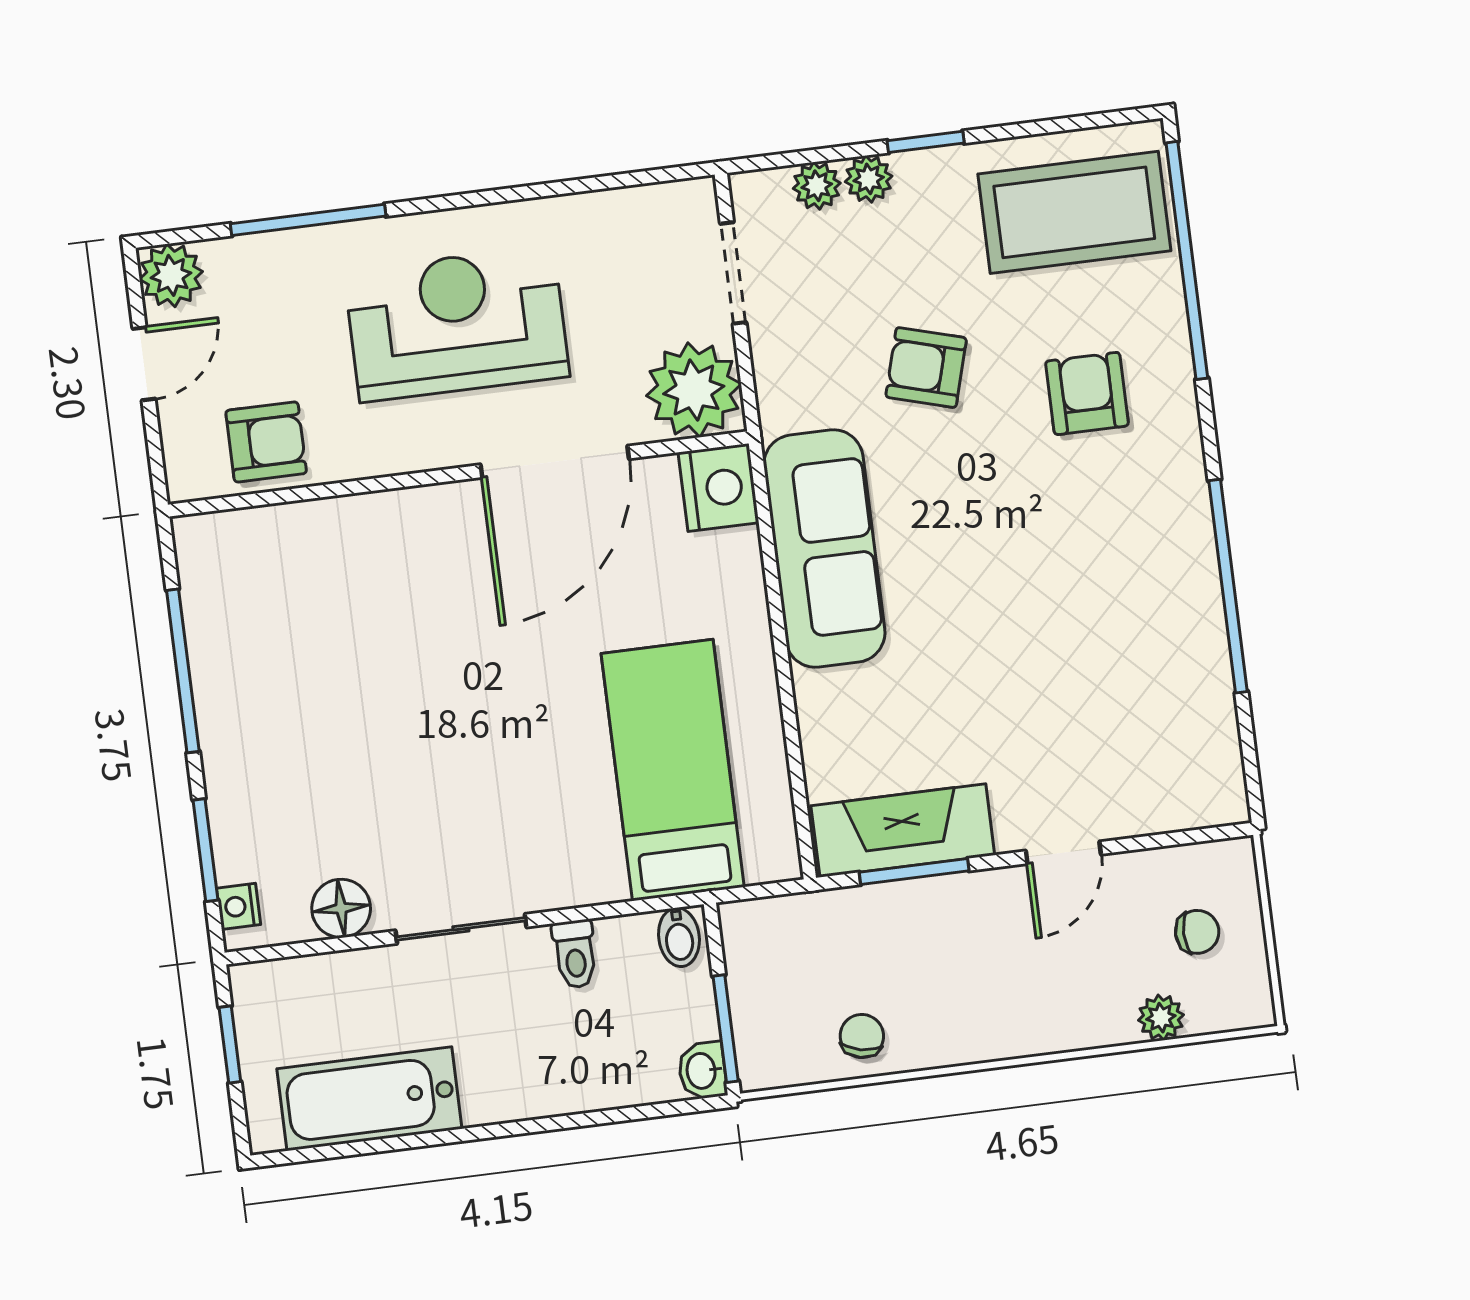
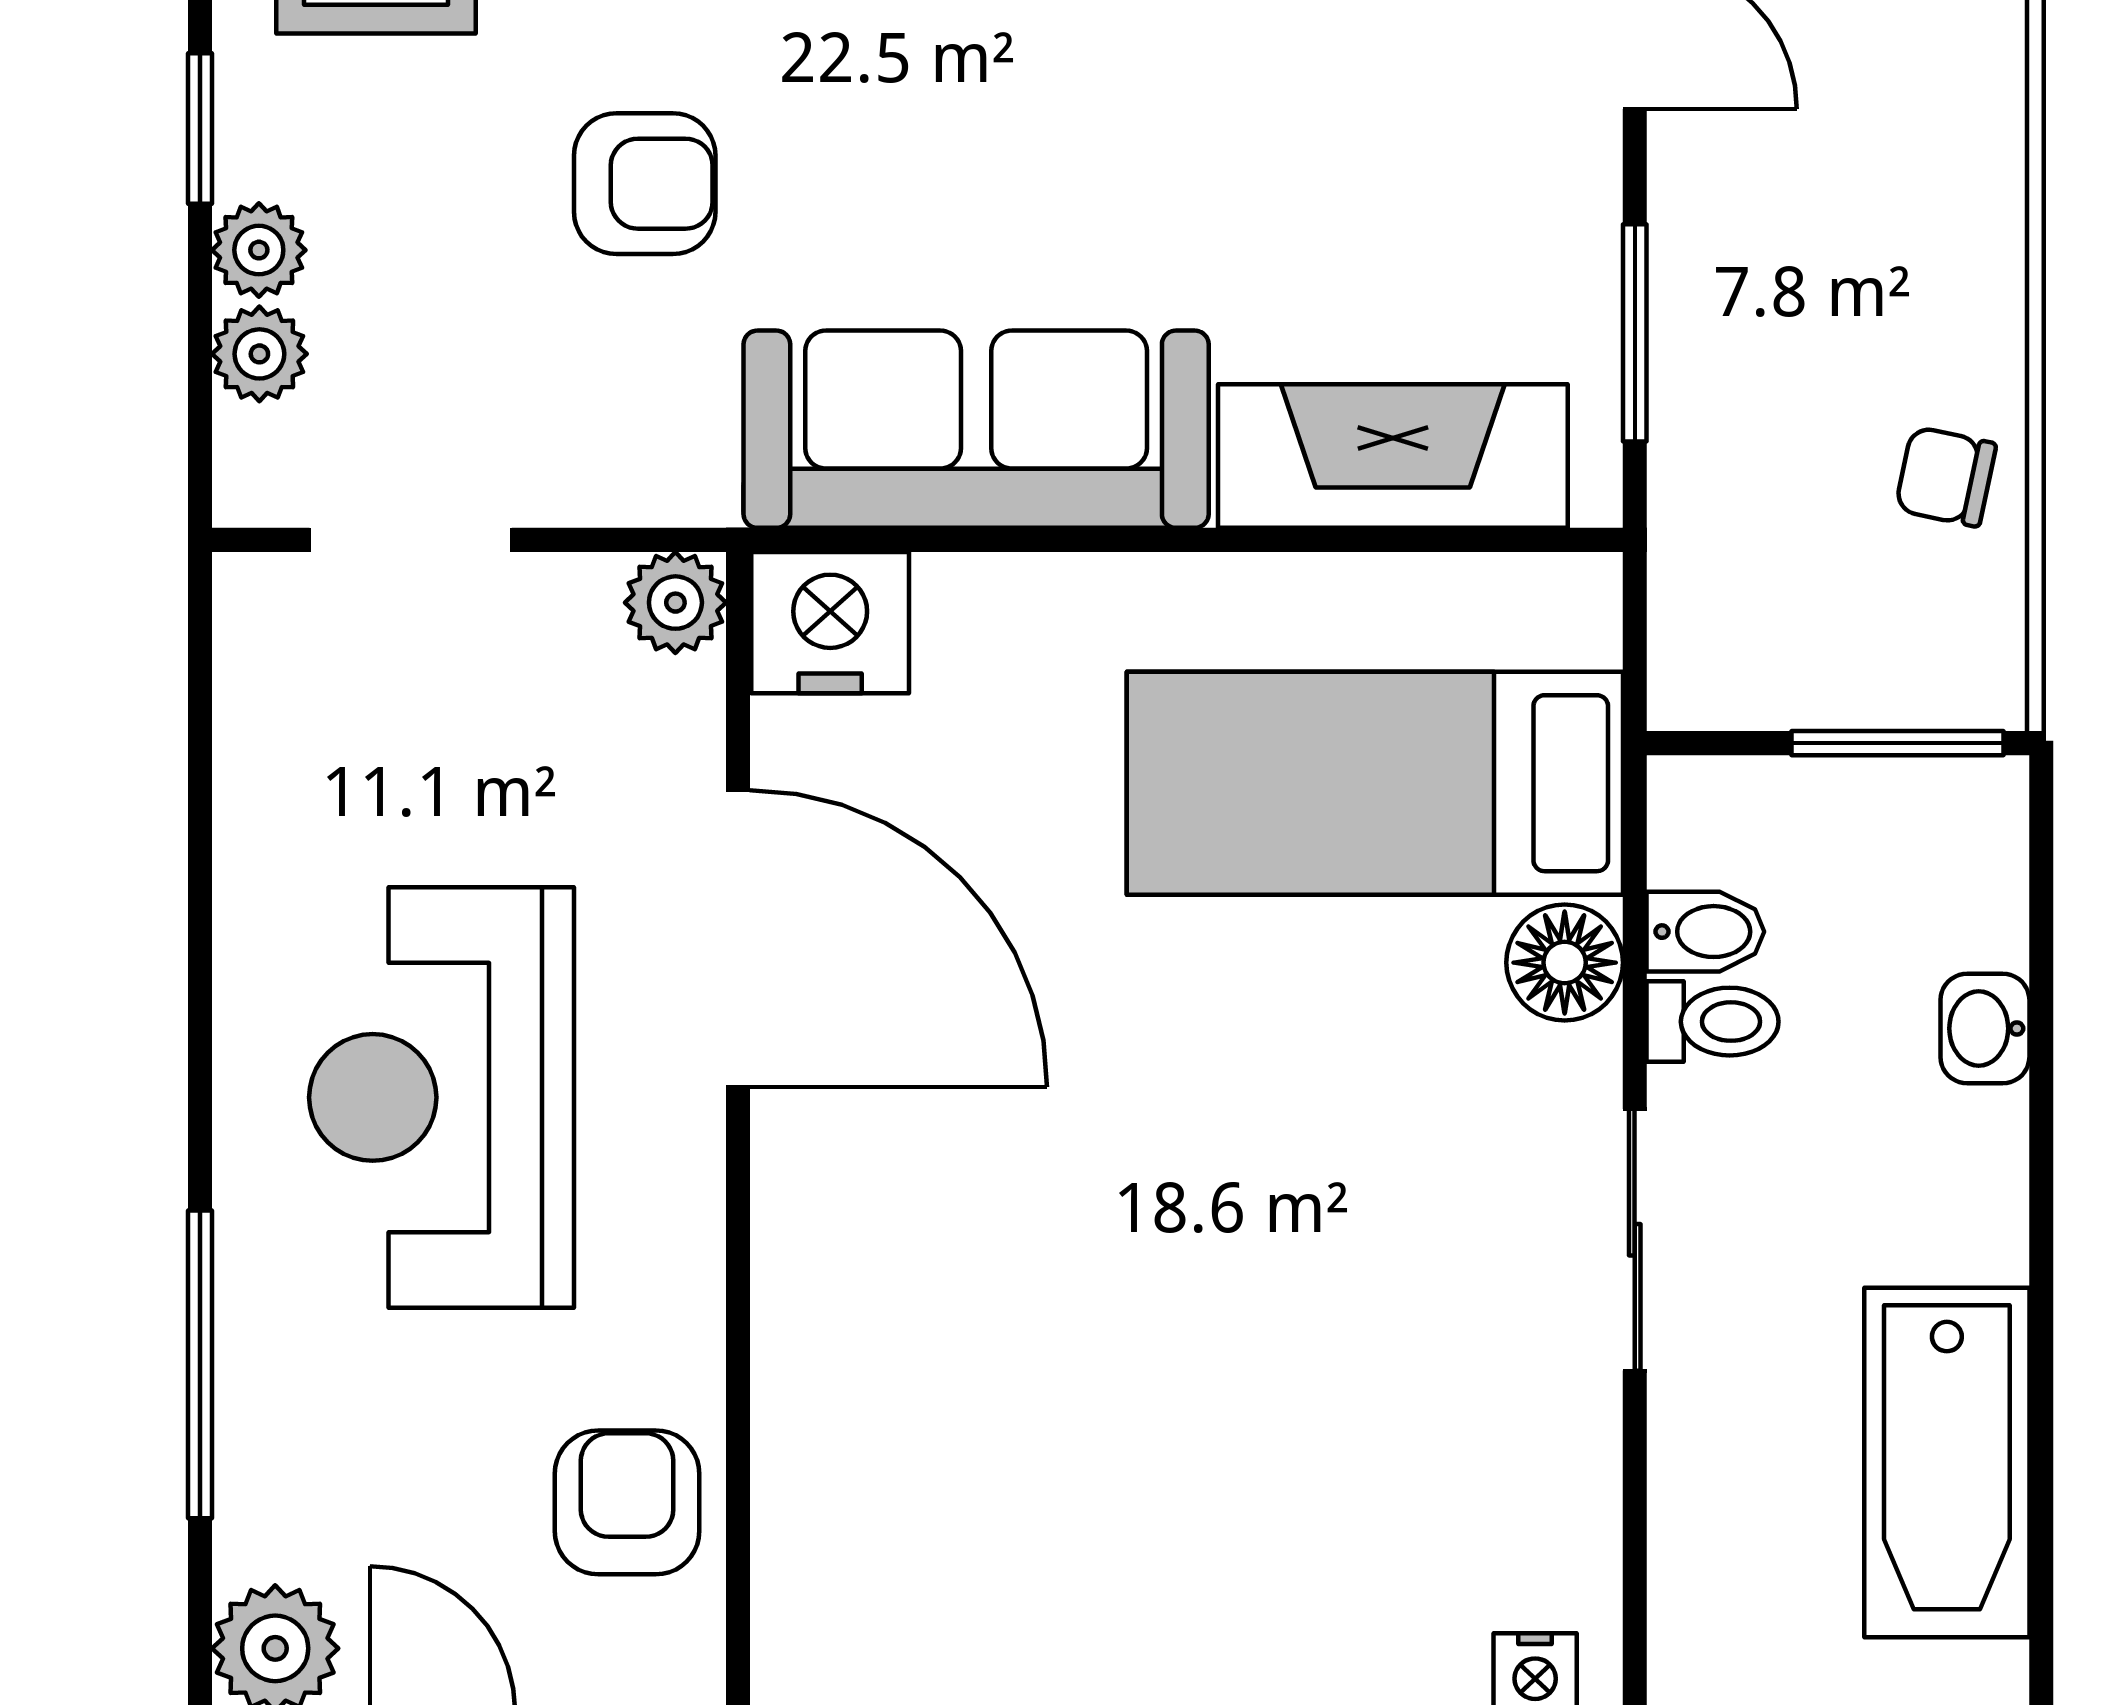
armchair: (926, 368) -> (645, 184), turned -106
plant: (694, 390) -> (675, 603), width x0.53, depth x0.53
fireplace: (903, 830) -> (1393, 456), moved, turned 90
floor lamp: (341, 908) -> (1565, 963), moved
bidet: (679, 937) -> (1705, 932), moved
washbasin: (702, 1071) -> (1985, 1028), moved, turned 90

